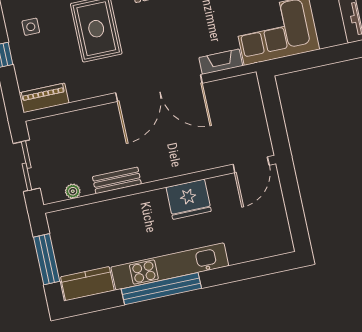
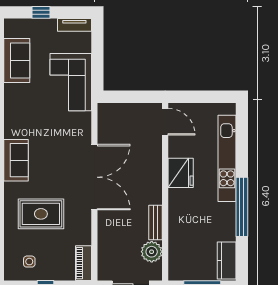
fireplace: (221, 62) -> (85, 128), removed
plant: (73, 191) -> (152, 252), width x1.88, depth x1.88
kitchen unit: (170, 266) -> (227, 158), moved

